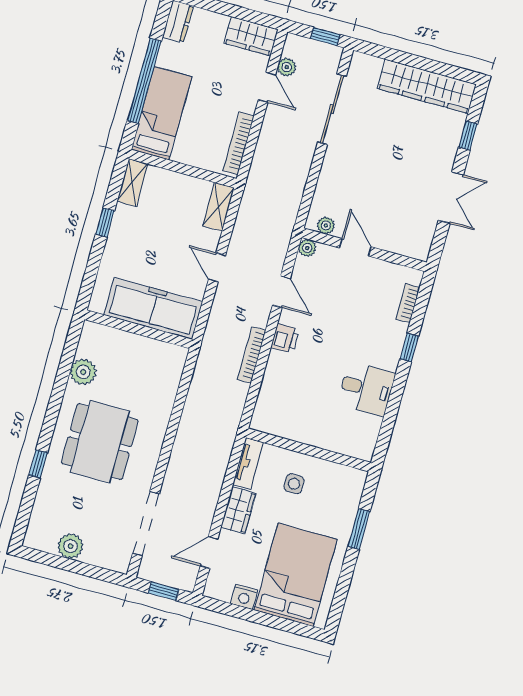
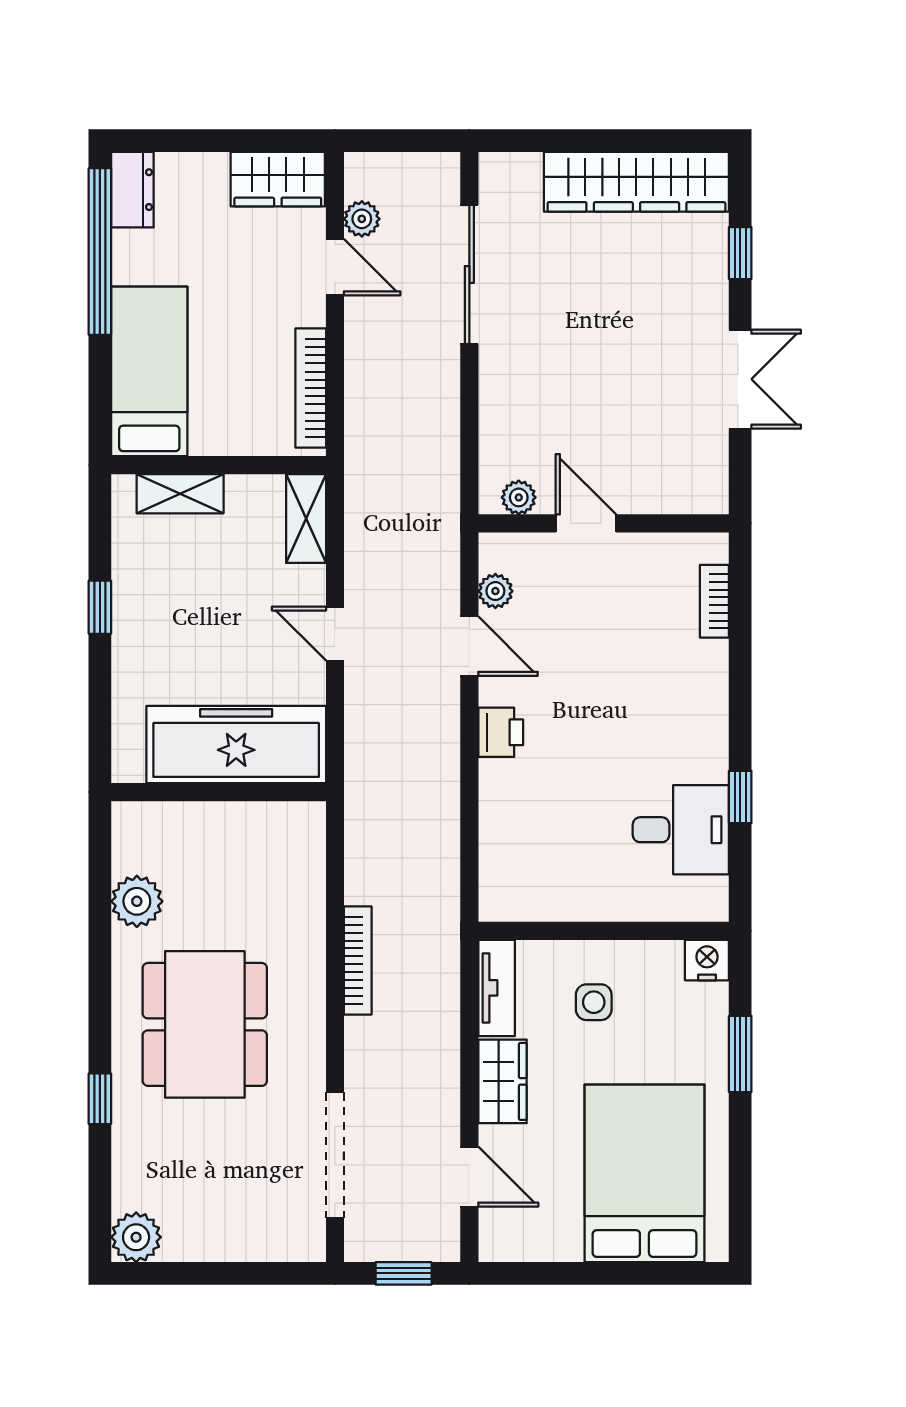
window: (325, 36) -> (418, 141), removed
window: (144, 81) -> (100, 251), moved
shelving: (132, 183) -> (180, 494), moved, turned 90
plant: (307, 248) -> (495, 591), moved
window: (409, 348) -> (740, 797), moved
bookcase: (252, 355) -> (358, 960), moved, turned 180
desk: (366, 389) -> (681, 830), moved
plant: (70, 546) -> (136, 1237), moved
door: (209, 552) -> (469, 1177), swing flipped
nightstand: (244, 597) -> (707, 960), moved, turned 180

